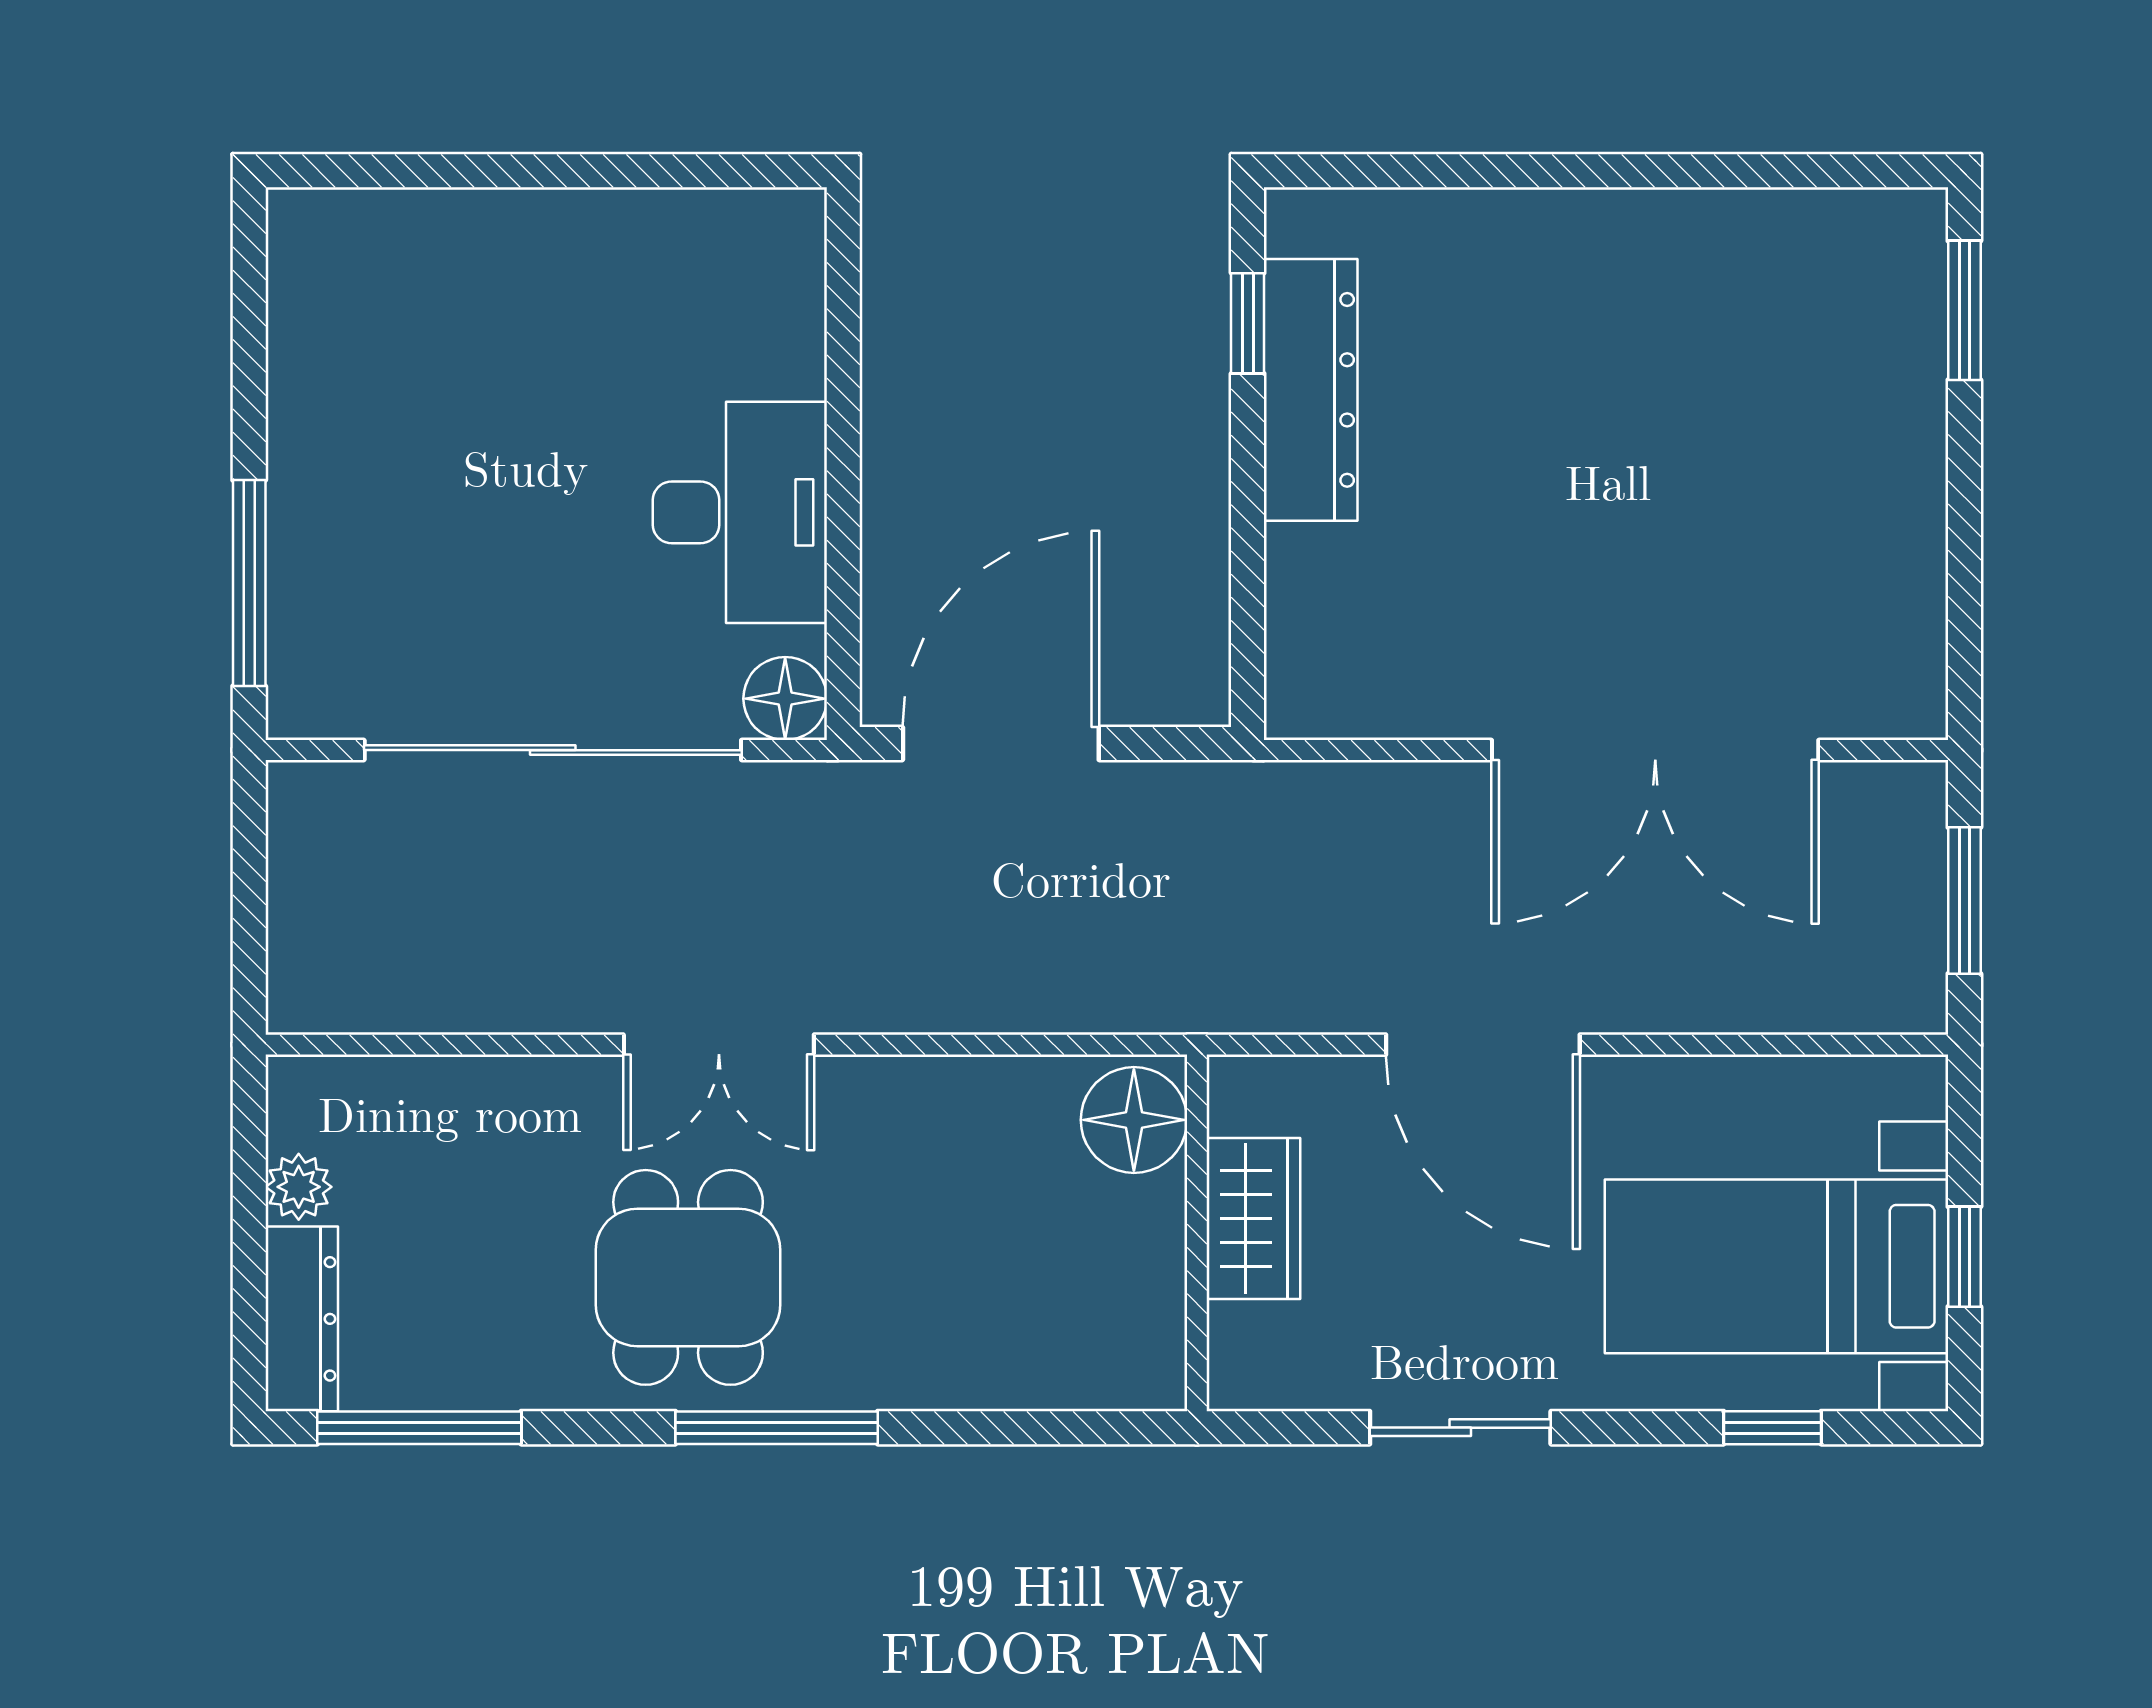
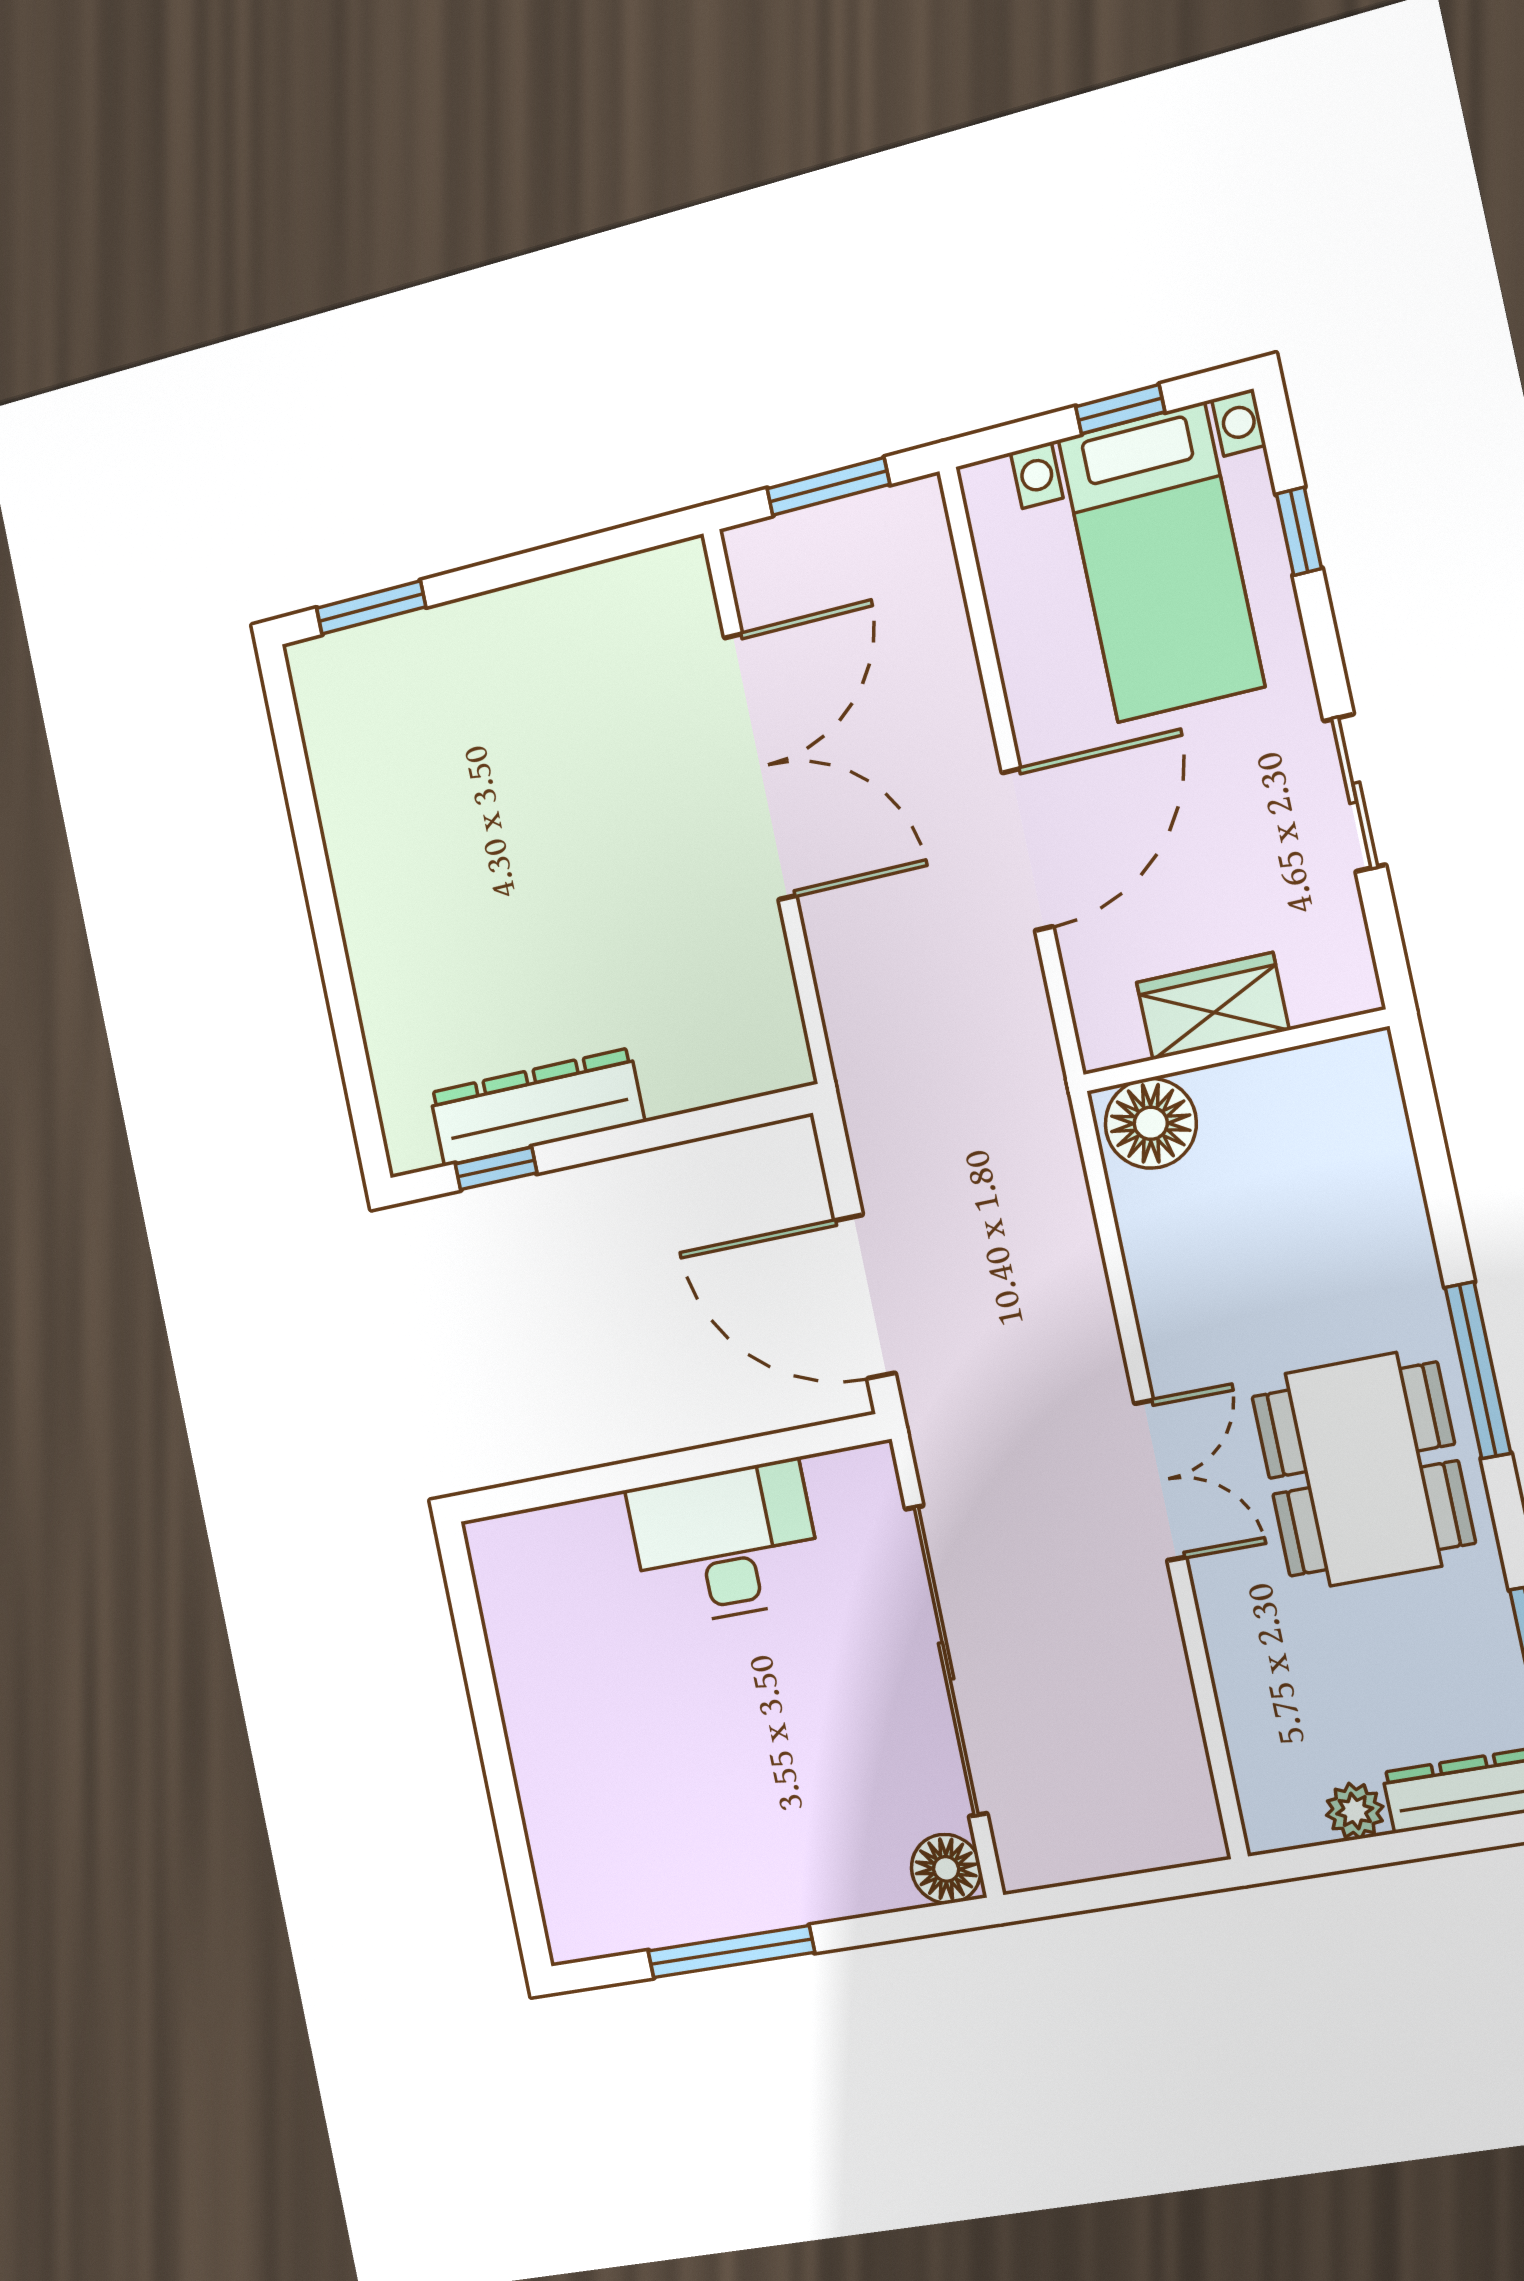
window: (249, 583) -> (731, 1952), moved
floor lamp: (785, 699) -> (946, 1869), moved
dining table: (688, 1277) -> (1363, 1469), width x1.38

